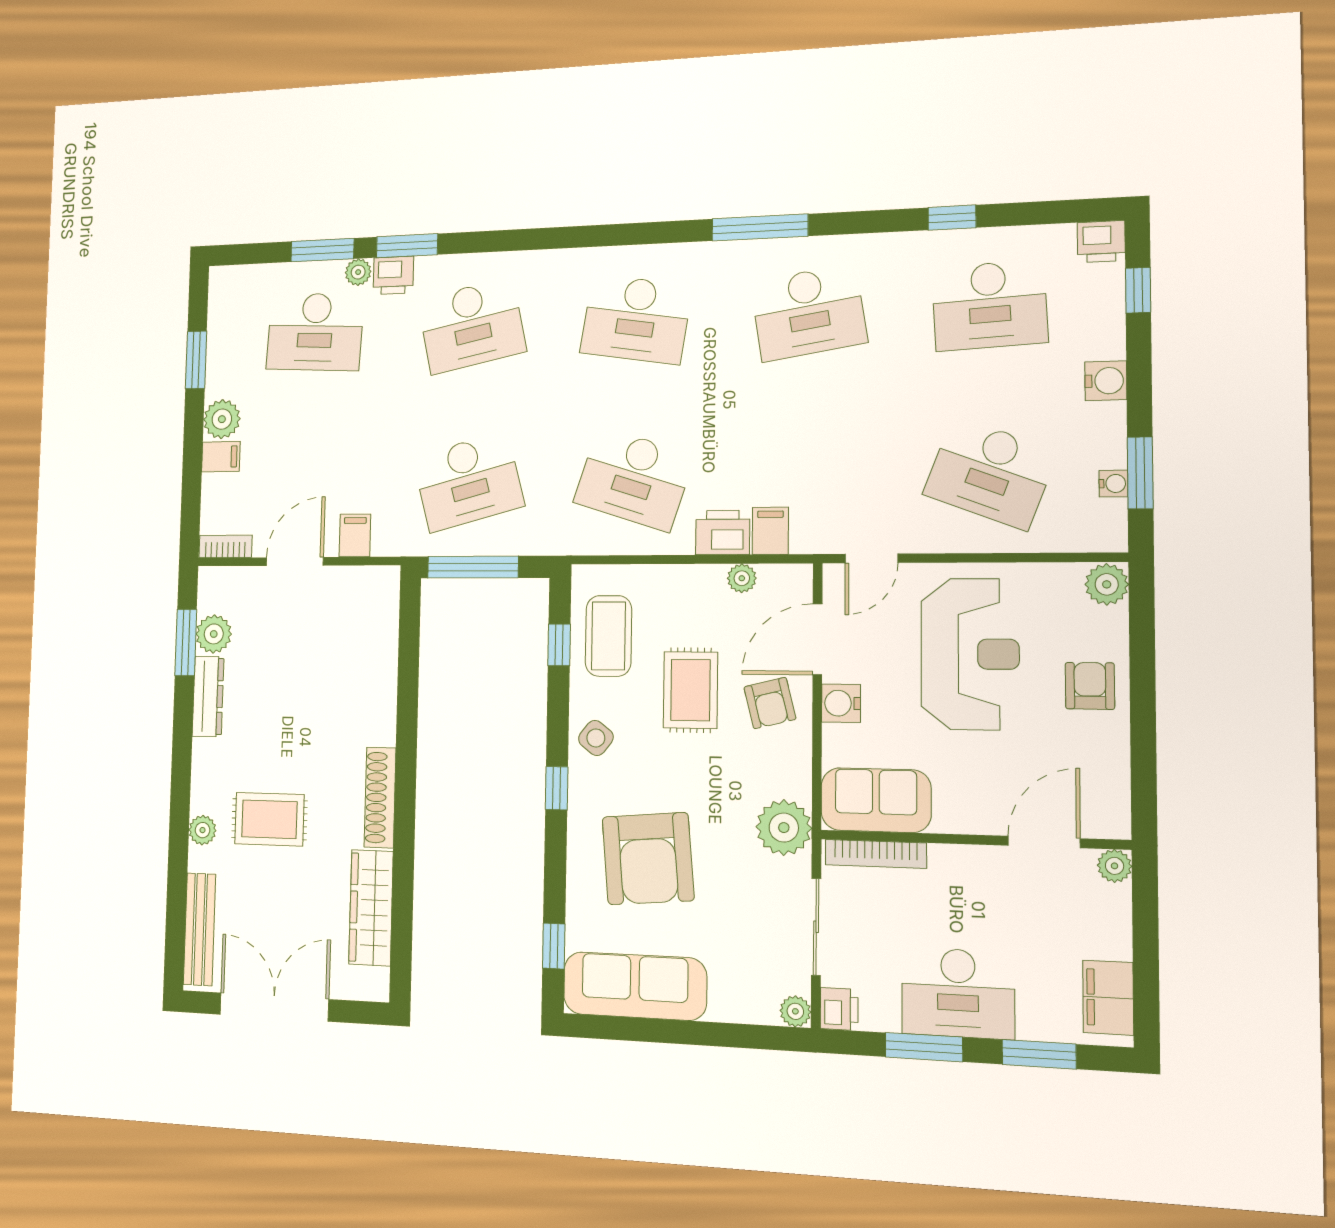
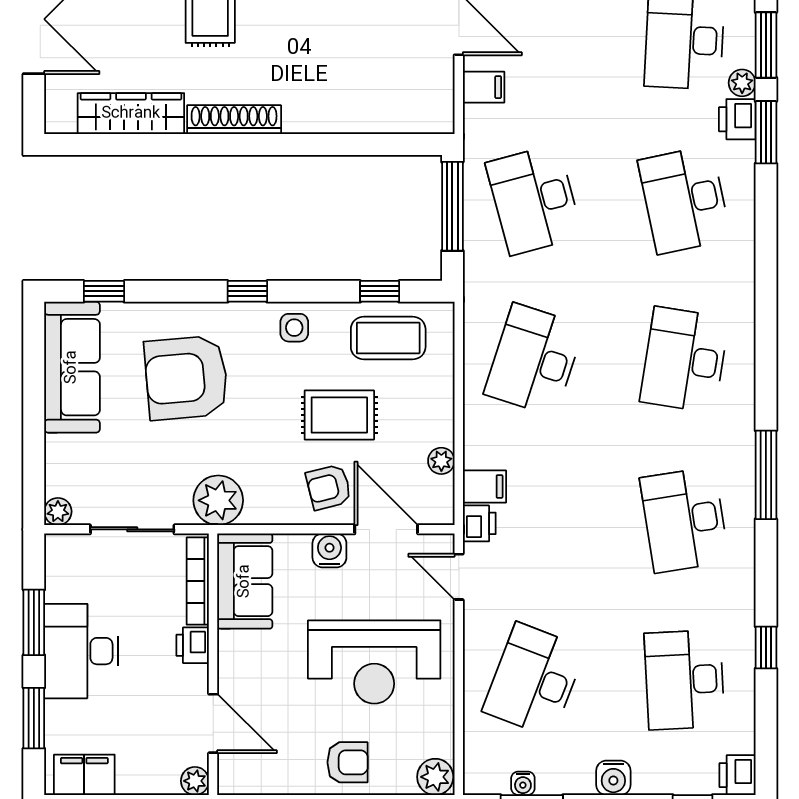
printer: (723, 533) -> (479, 523), moved, width x0.73, depth x0.81
side table: (596, 738) -> (294, 328), turned -38
printer: (839, 1009) -> (193, 645), moved, turned 90

